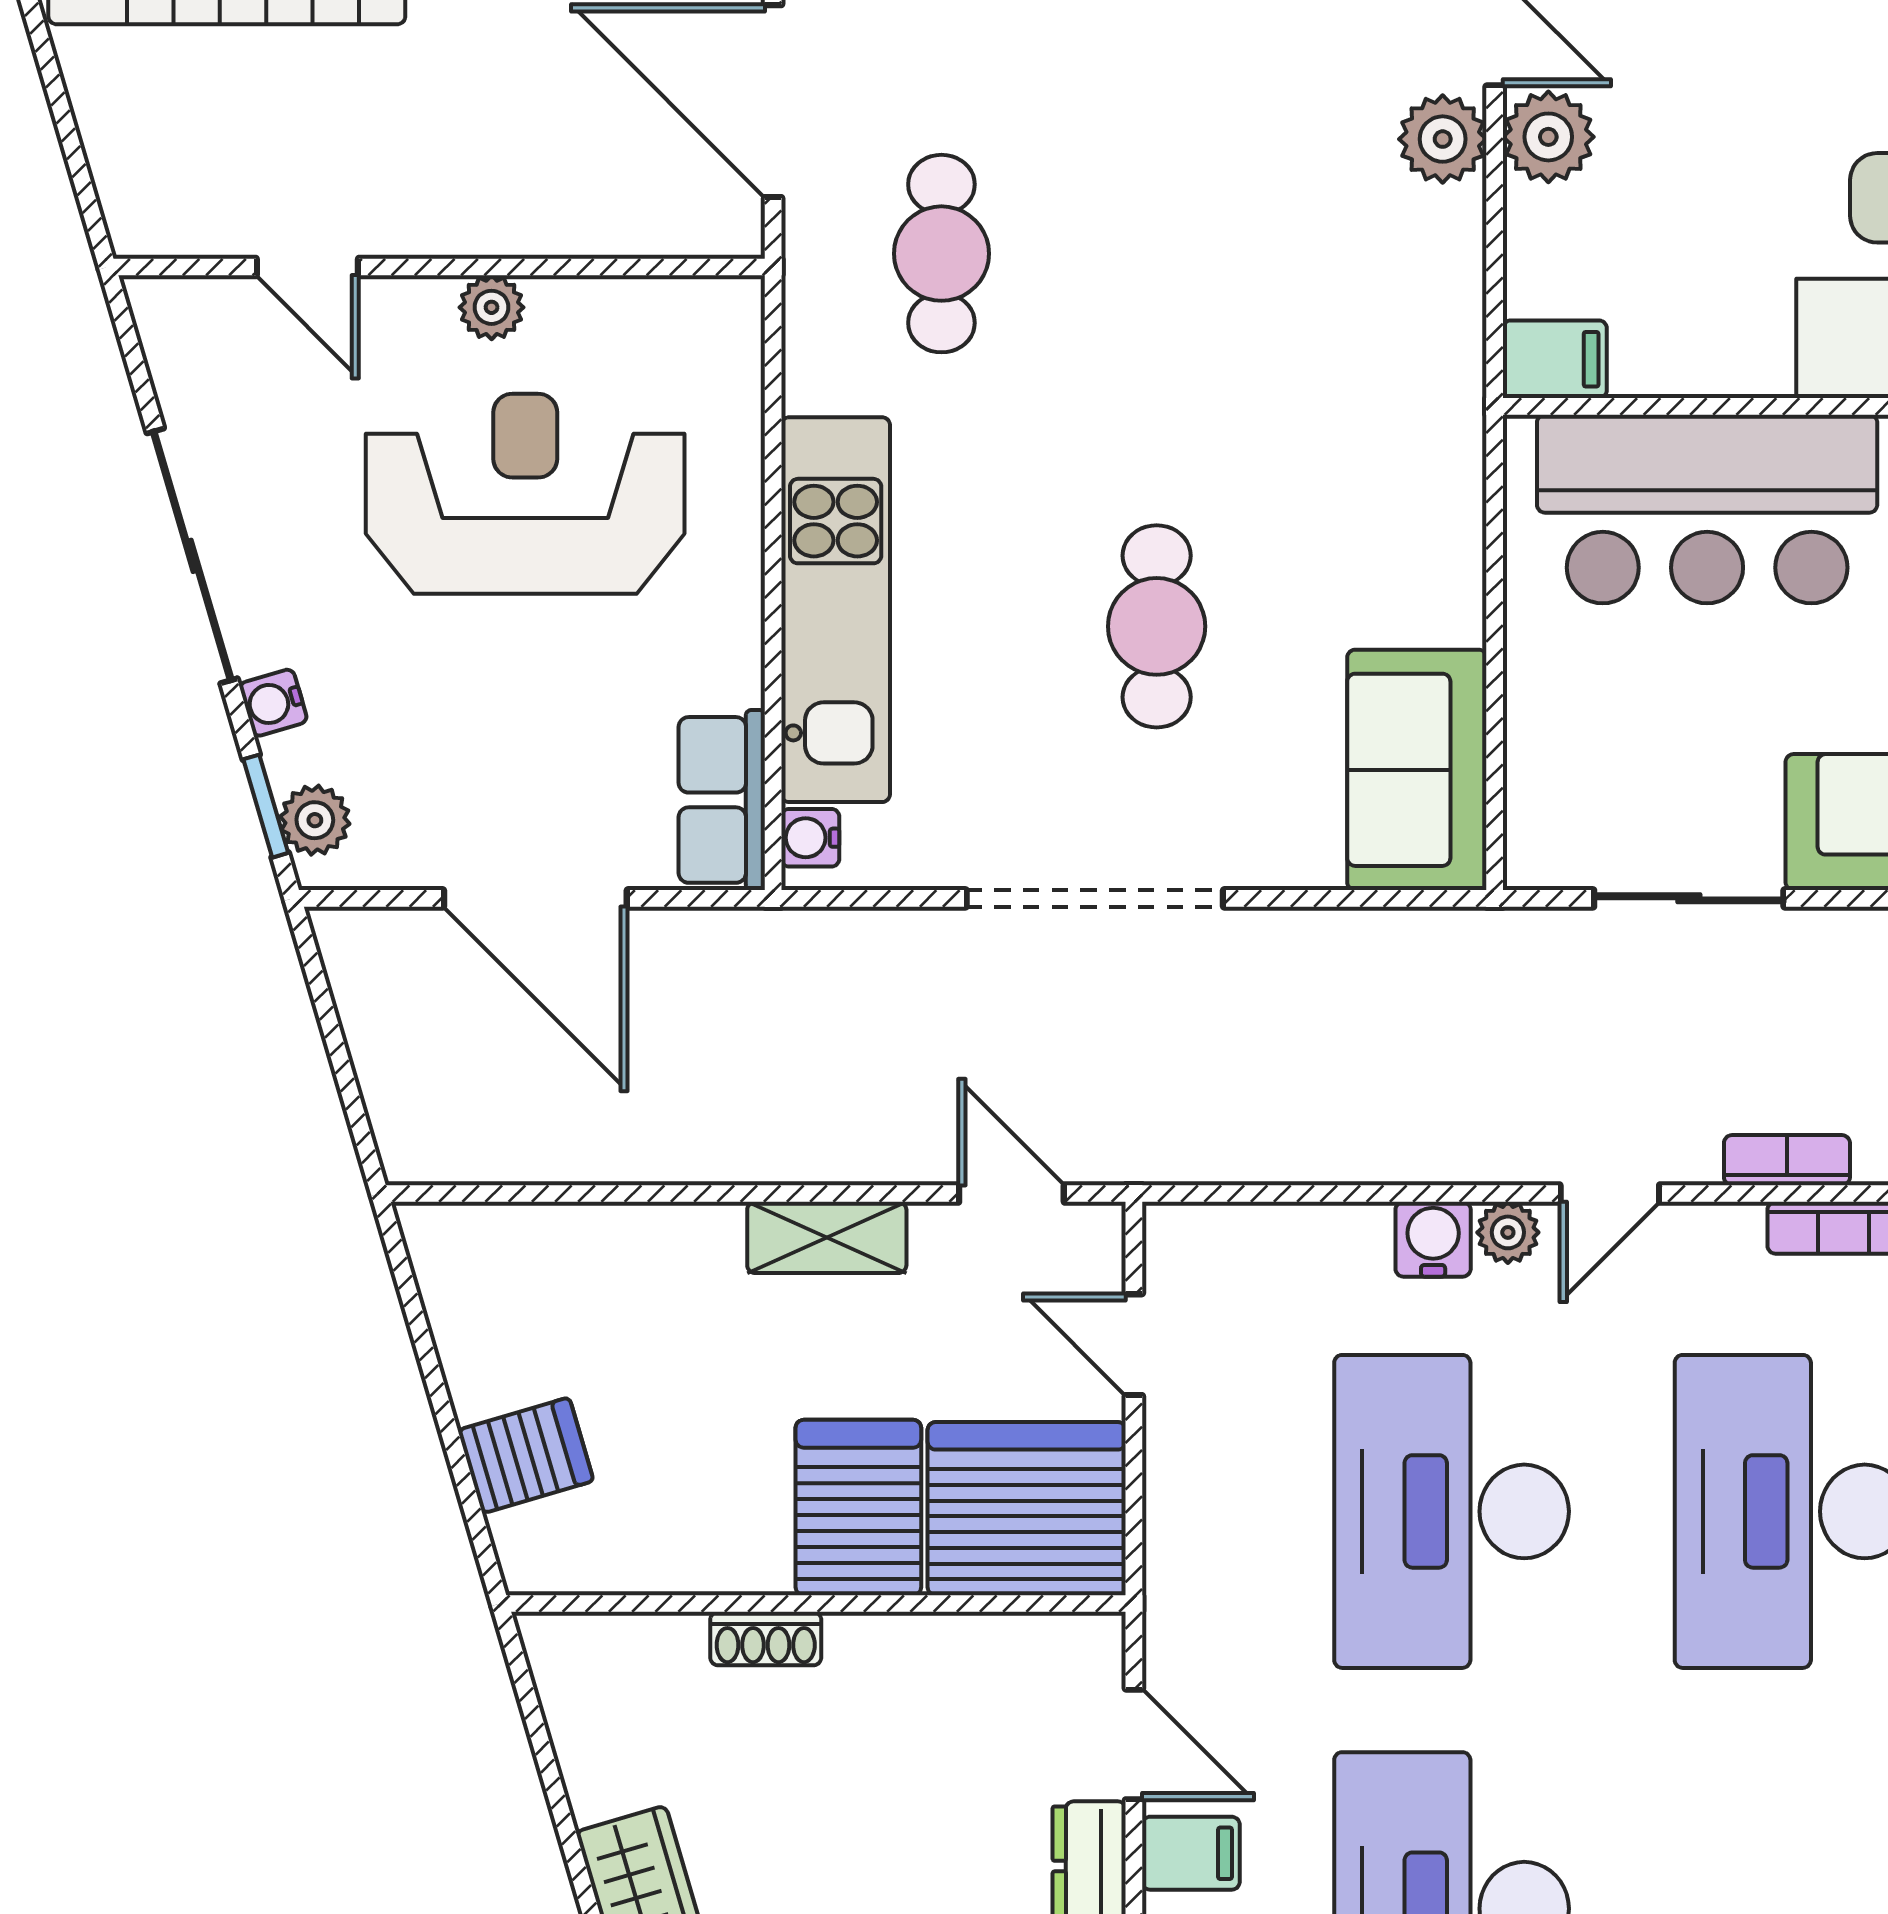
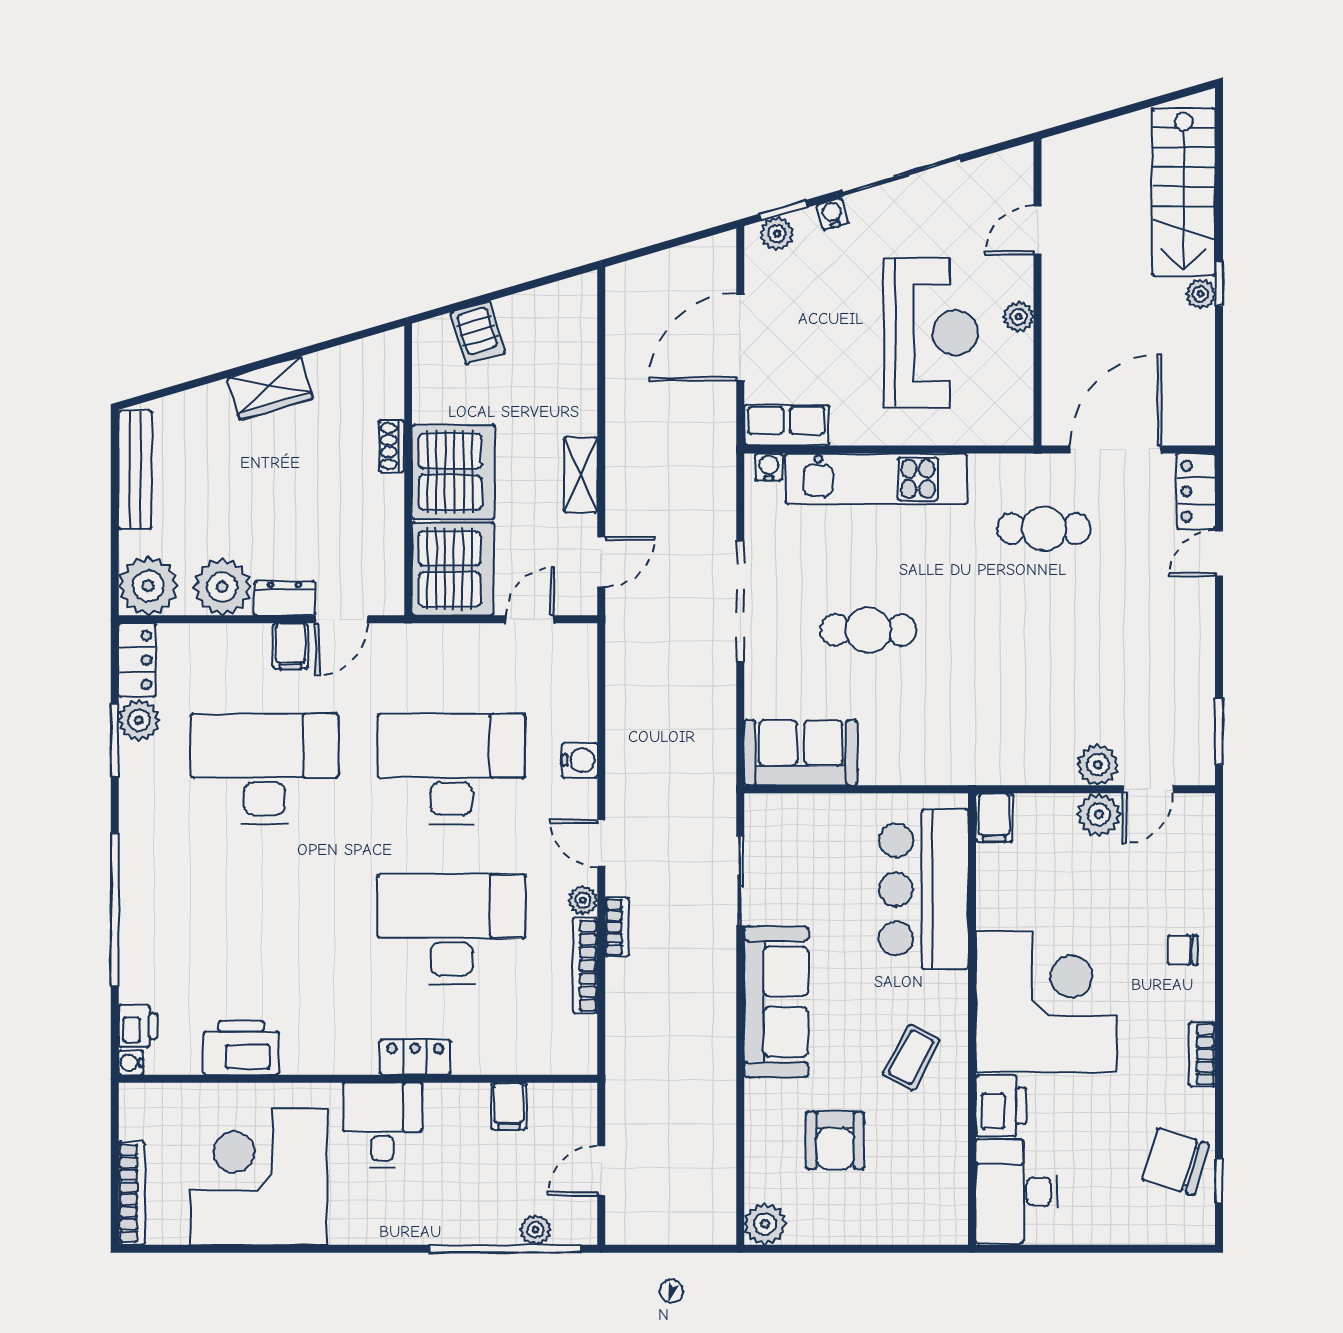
plant: (1508, 1232) -> (583, 900), moved
server rack: (858, 1508) -> (453, 472), width x1.60

